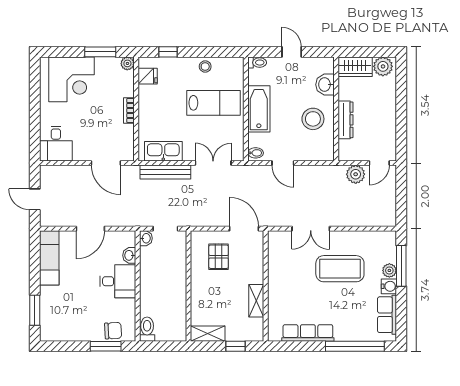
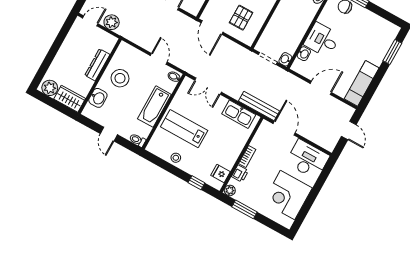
corner desk: (71, 79) -> (288, 195), moved, turned -90
printer: (126, 88) -> (240, 174), added
desk: (56, 144) -> (308, 159), width x1.37
bench: (165, 172) -> (259, 106), moved

